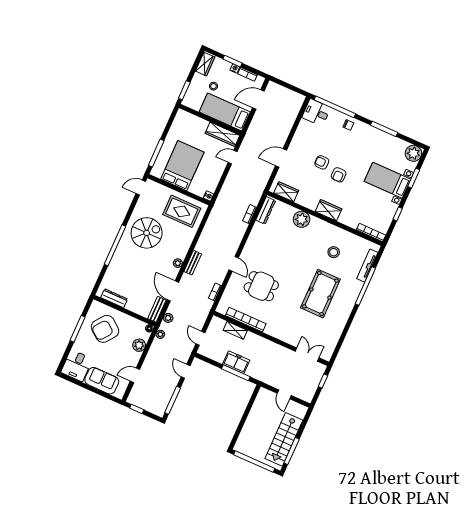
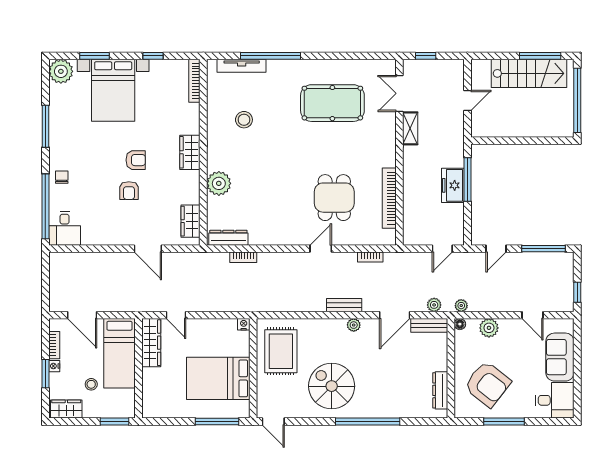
bed with nightstands: (388, 180) -> (113, 90), width x1.36
pool table: (320, 294) -> (332, 103), moved
shelving: (235, 330) -> (410, 128), moved

